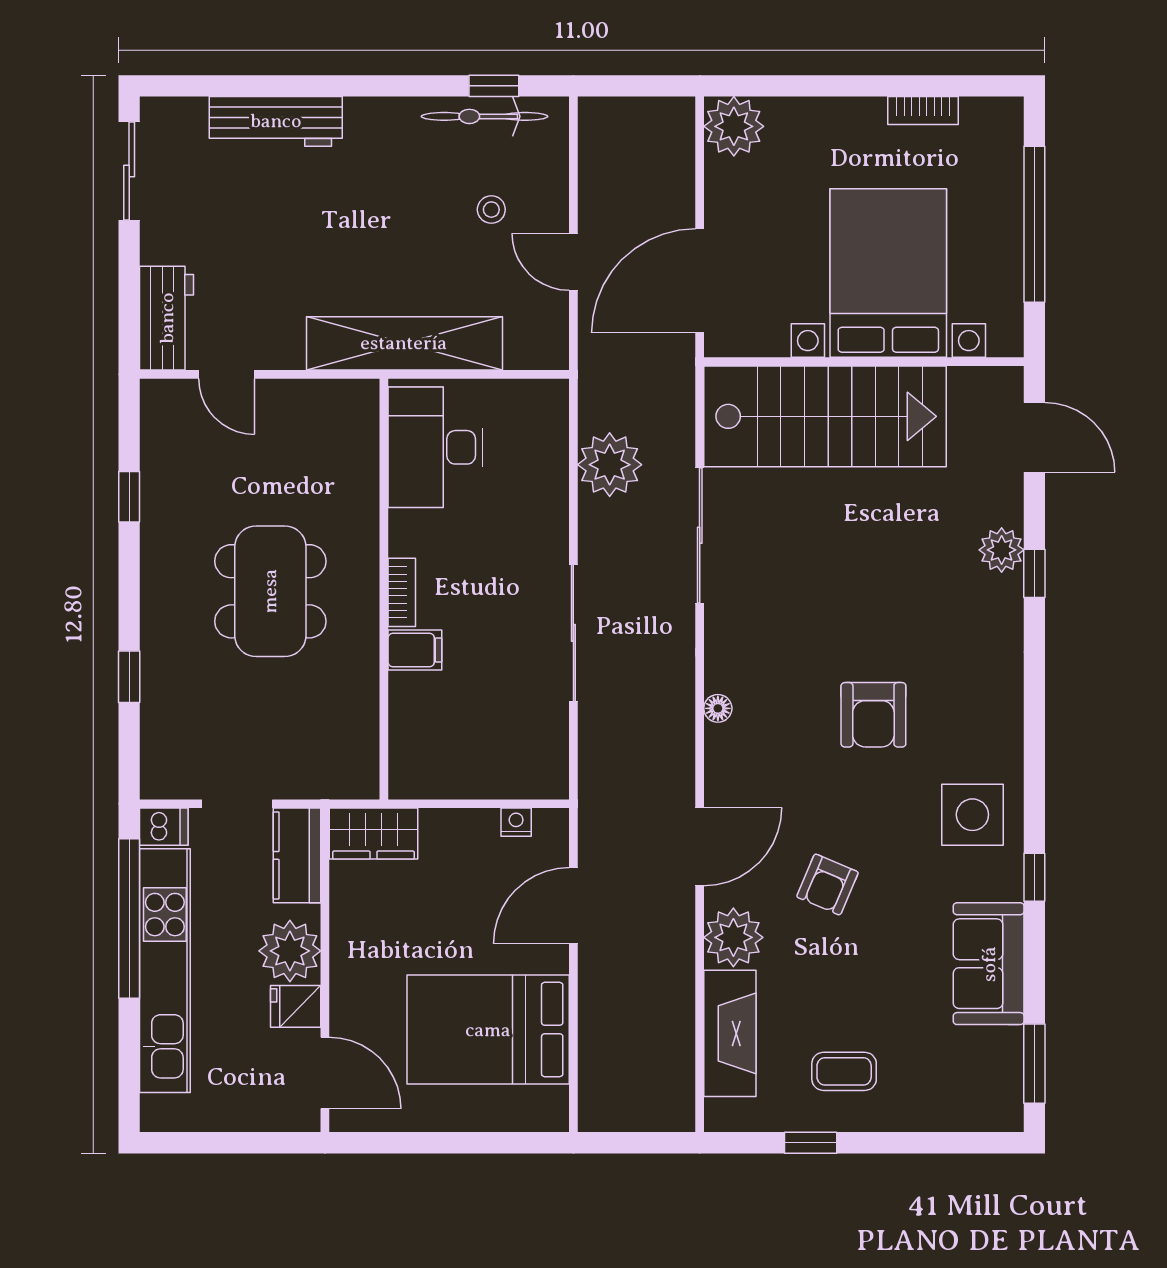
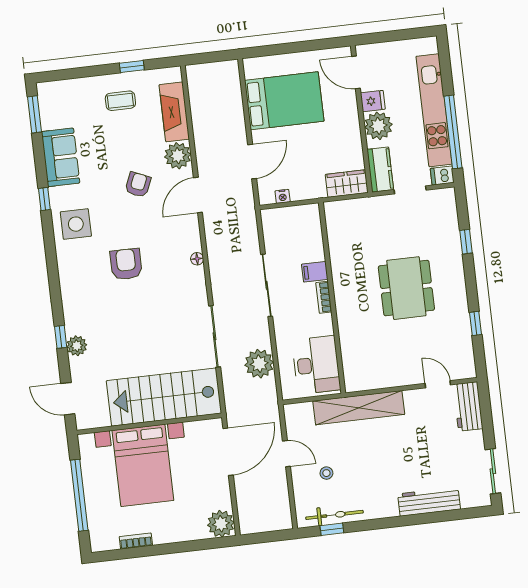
desk: (436, 447) -> (316, 365), moved
wall: (384, 589) -> (332, 298), moved
bookcase: (402, 592) -> (324, 297), moved
filing cabinet: (415, 650) -> (315, 272), moved

